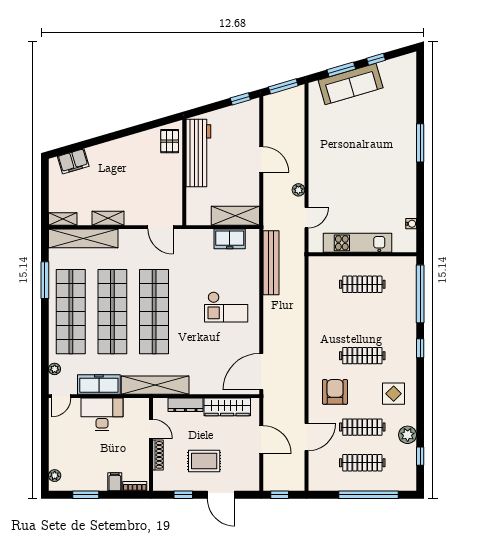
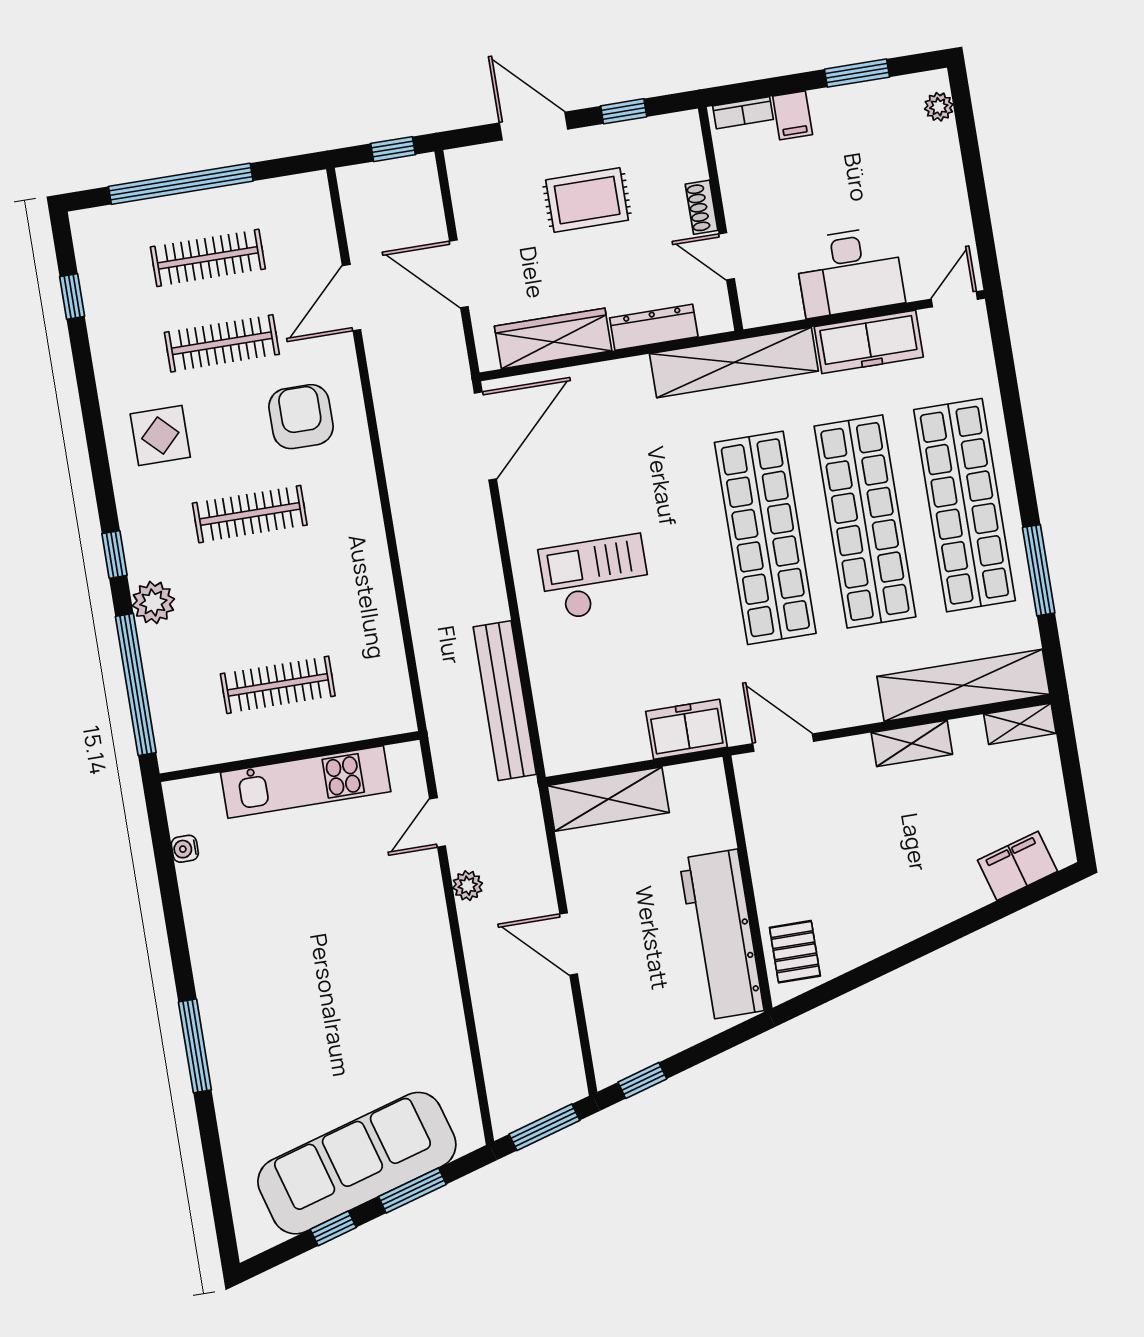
sofa: (351, 84) -> (357, 1163), width x1.36, depth x1.27
freezer: (230, 239) -> (687, 729), moved
plant: (55, 369) -> (981, 362), removed
armchair: (335, 392) -> (301, 417), turned 180
plant: (408, 435) -> (153, 602), moved
shoe rack: (158, 455) -> (702, 207), width x0.70

